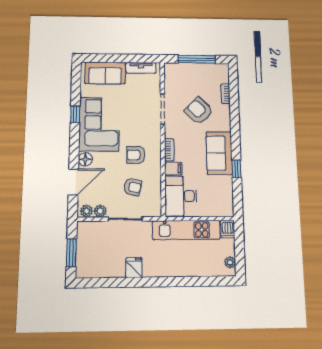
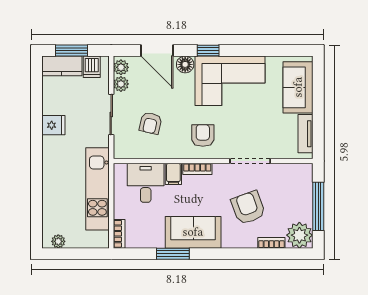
plant: (219, 73) -> (299, 235), added
armchair: (199, 111) -> (248, 208), turned -65
window: (75, 114) -> (208, 51), moved
armchair: (136, 155) -> (203, 135), moved
window: (237, 169) -> (173, 254), width x1.50
desk: (181, 196) -> (146, 183), width x0.73
bookcase: (222, 212) -> (119, 234), added
dishwasher: (228, 229) -> (92, 67), moved, turned -90
kitchen counter: (84, 261) -> (62, 66), added

